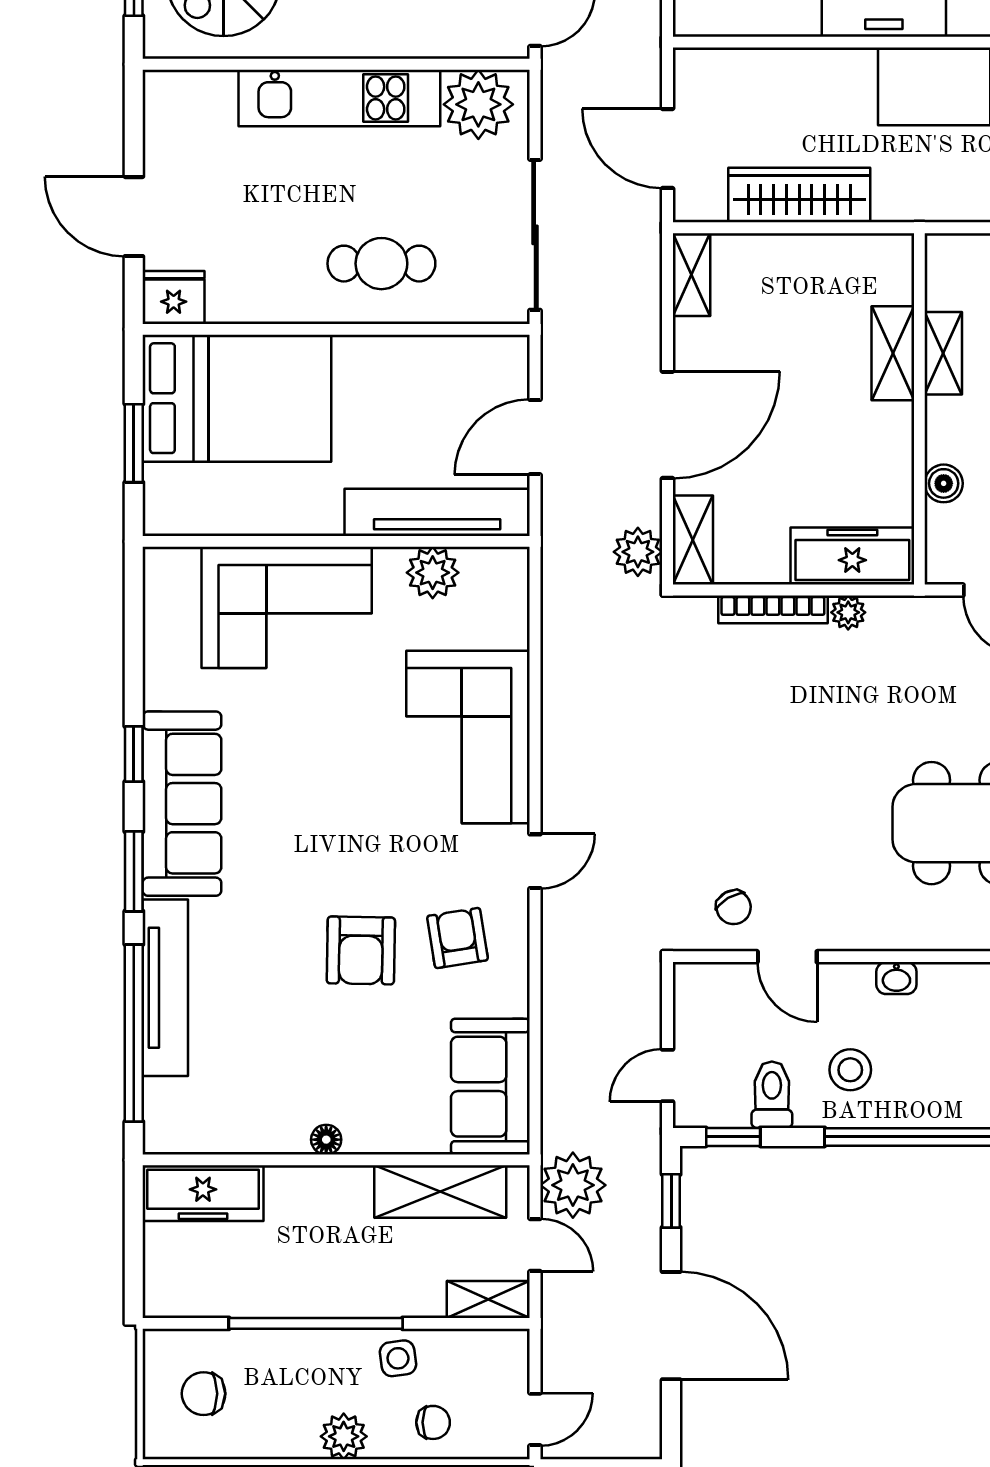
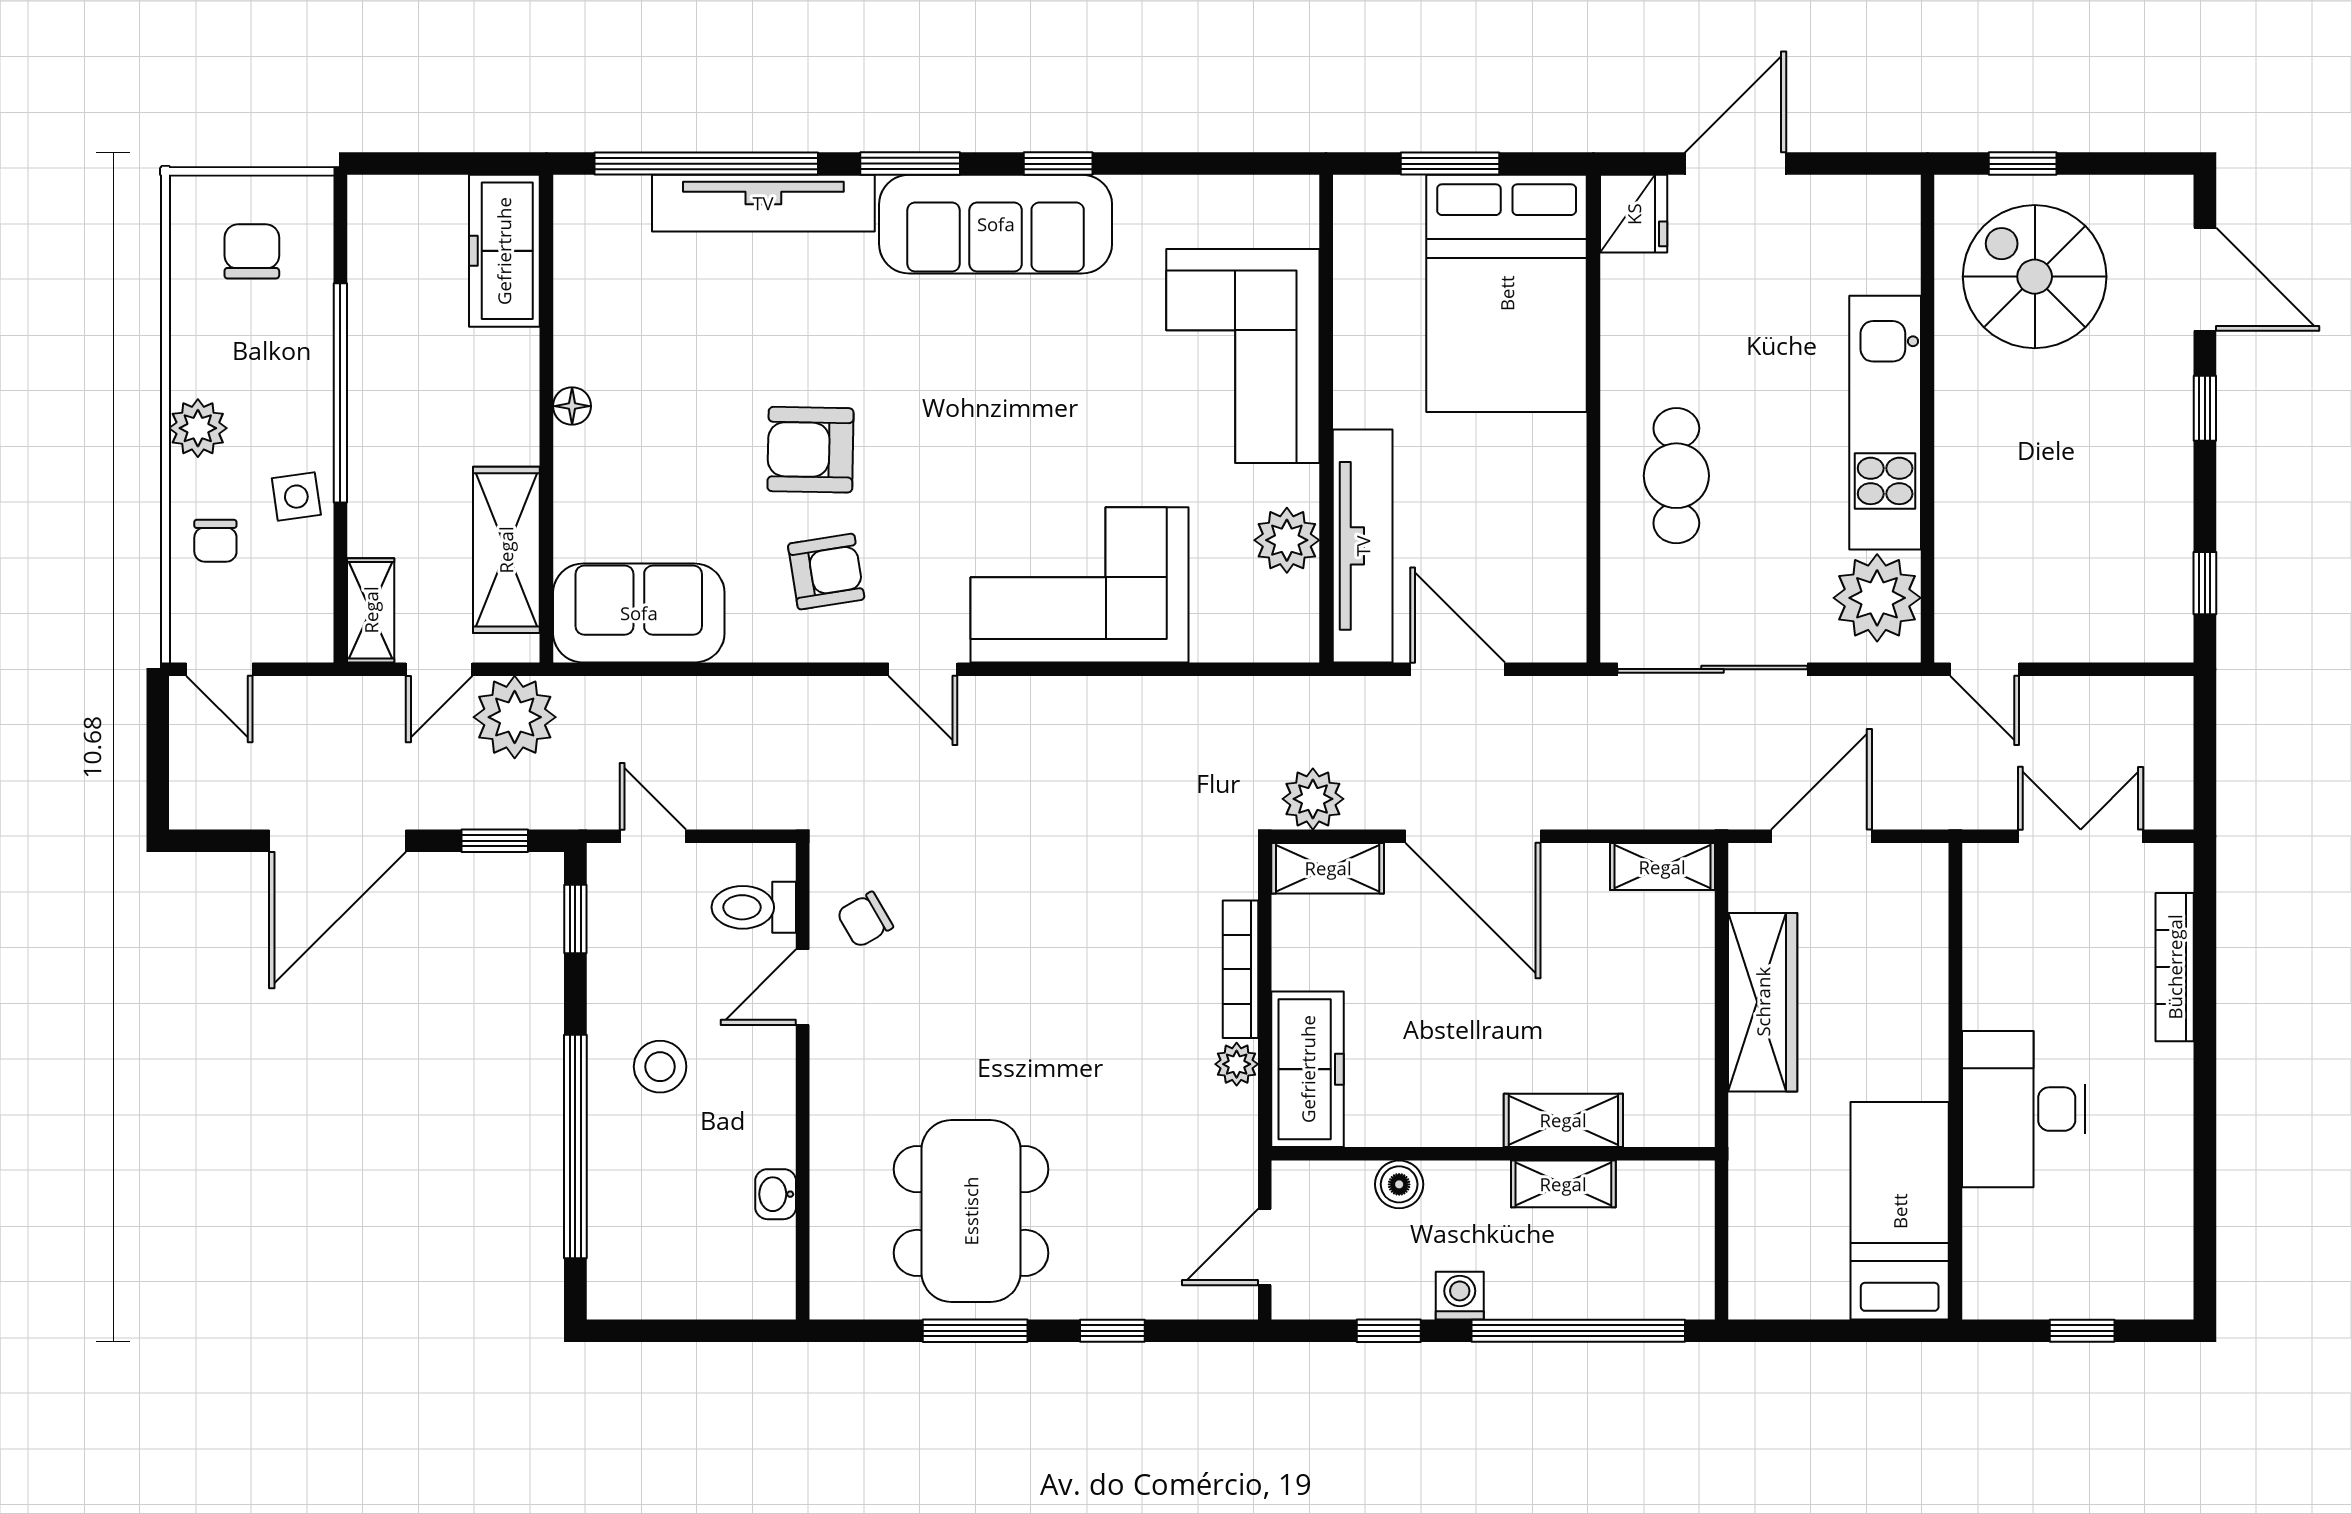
washbasin: (896, 978) -> (776, 1194), moved
toilet: (772, 1095) -> (754, 907), moved, turned 180

